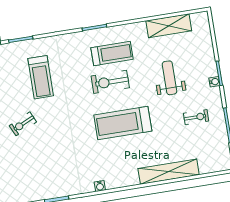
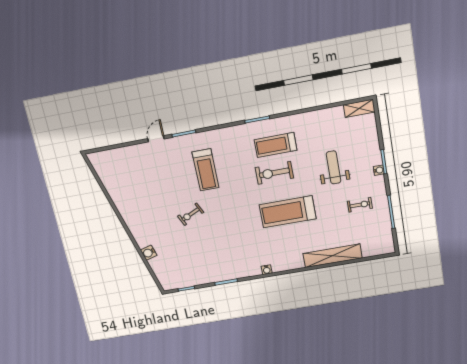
shelving: (169, 26) -> (359, 108), moved, width x0.67, depth x0.75
treadmill: (112, 53) -> (276, 145), turned 180

